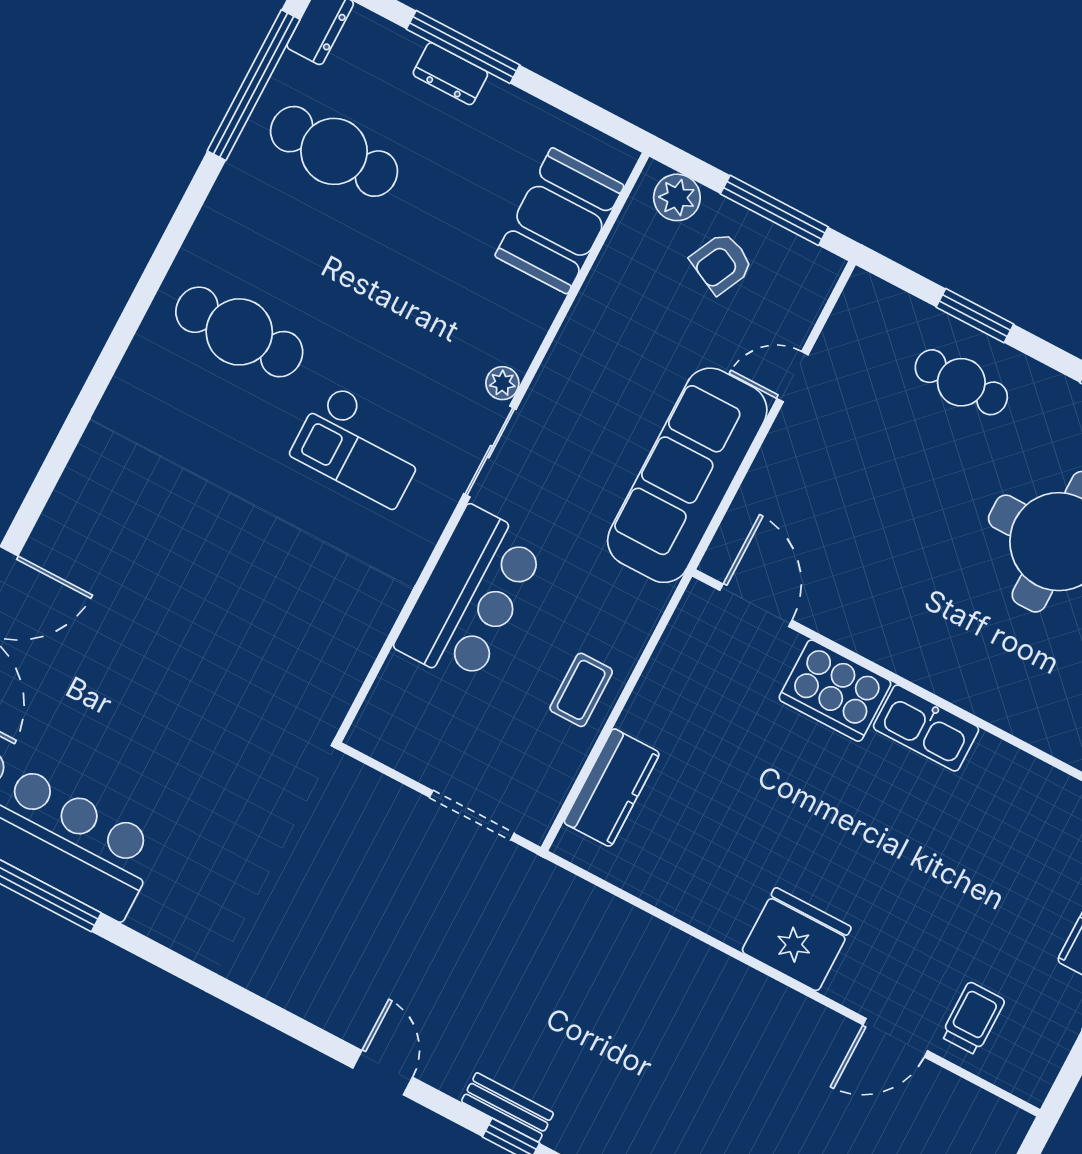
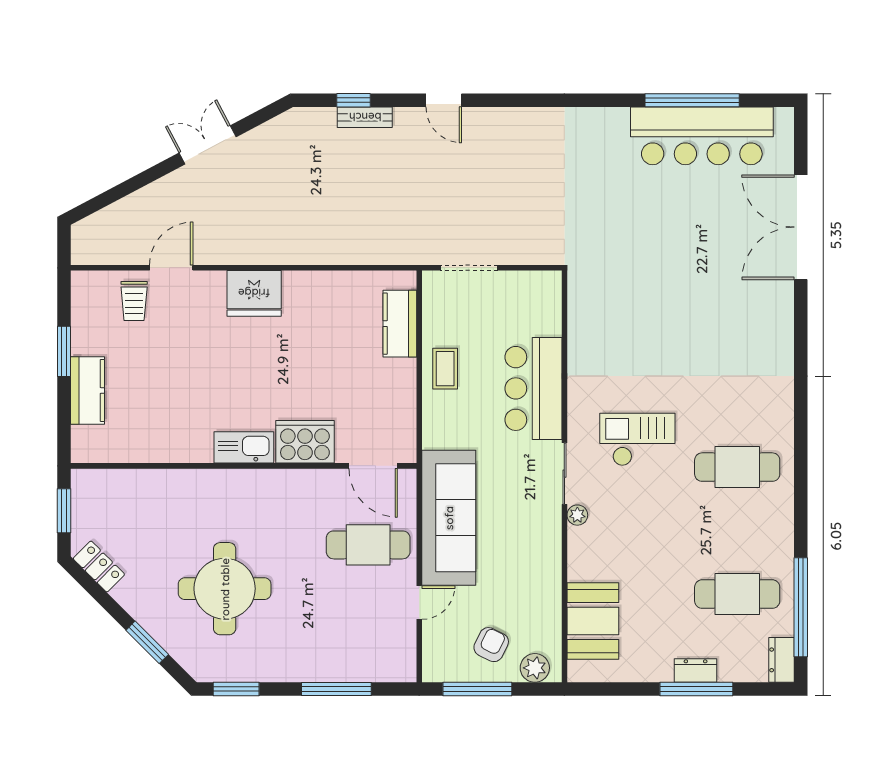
window: (975, 316) -> (336, 689), width x1.44
cafe table: (961, 382) -> (368, 545), moved, width x1.37, depth x1.35

